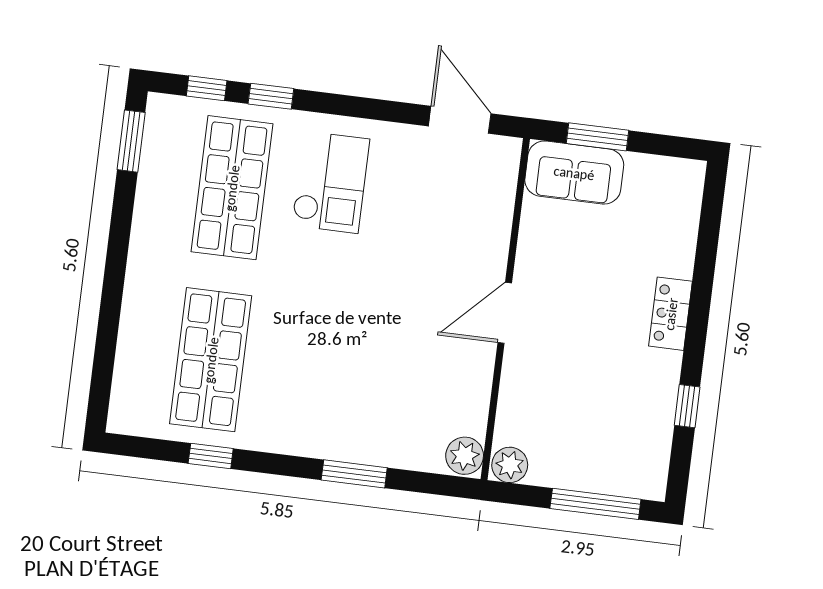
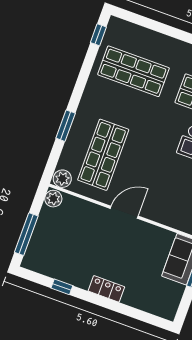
door: (505, 313) -> (124, 212), hinge flipped
shop shelf: (396, 383) -> (103, 155), added
window: (211, 456) -> (98, 35), moved

